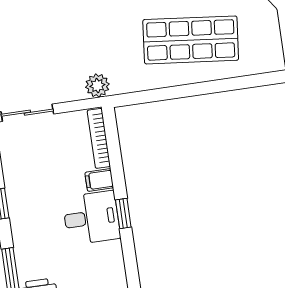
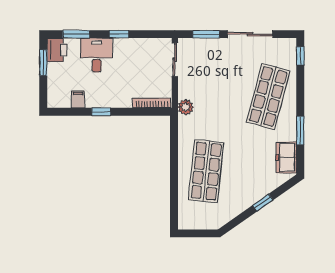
filing cabinet: (99, 180) -> (78, 99), moved
desk: (91, 218) -> (97, 55), moved, turned 180

